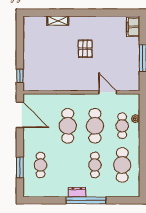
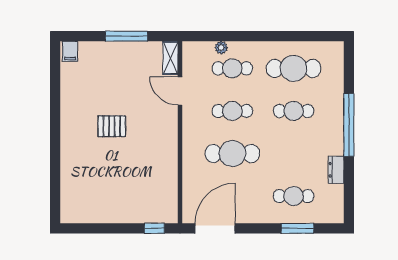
shelving: (58, 21) -> (170, 58), moved
filing cabinet: (133, 27) -> (70, 51), width x0.50
door: (108, 92) -> (180, 91), hinge flipped
cafe table: (95, 126) -> (232, 111), width x0.73, depth x0.74
dresser: (77, 192) -> (336, 170), moved

